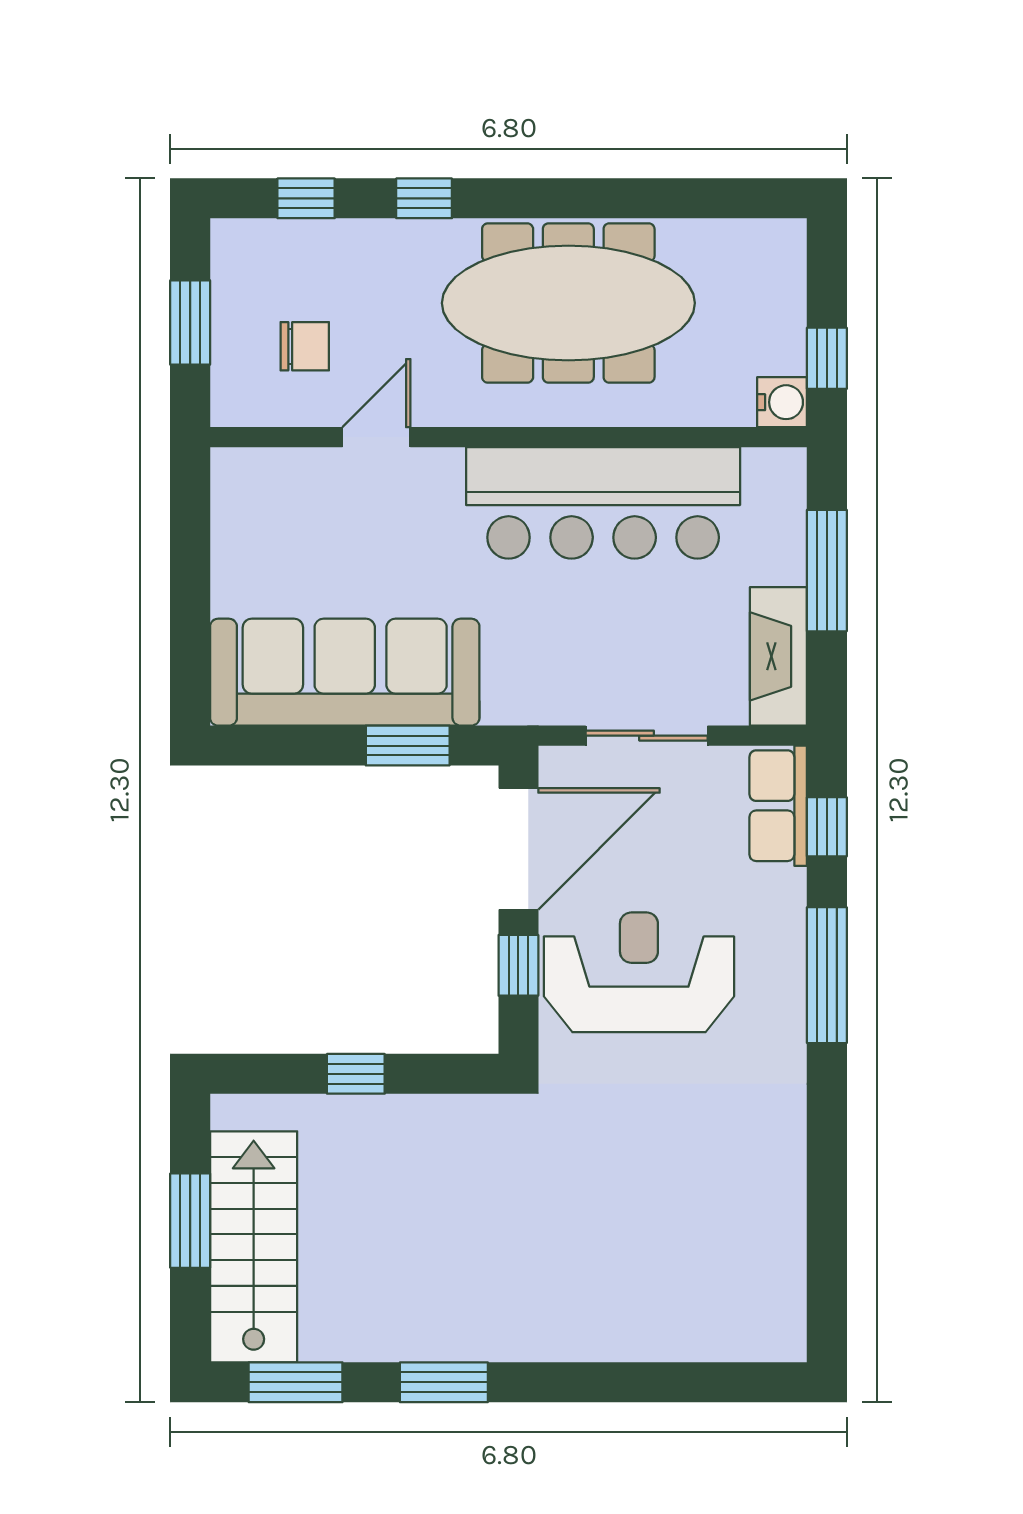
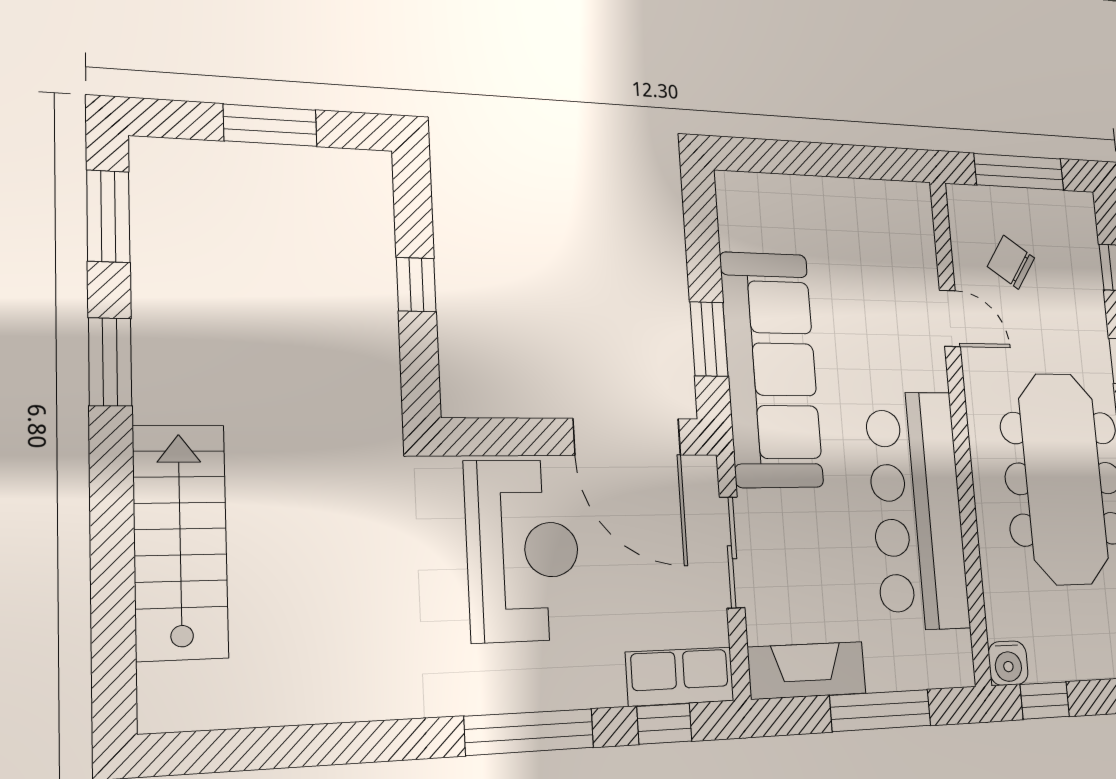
window: (190, 323) -> (1019, 172), width x1.44
chair: (305, 346) -> (1011, 262), turned 124
sofa: (345, 672) -> (771, 369), moved
window: (518, 965) -> (523, 437), removed
stairs: (254, 1247) -> (180, 541), moved, turned -90

